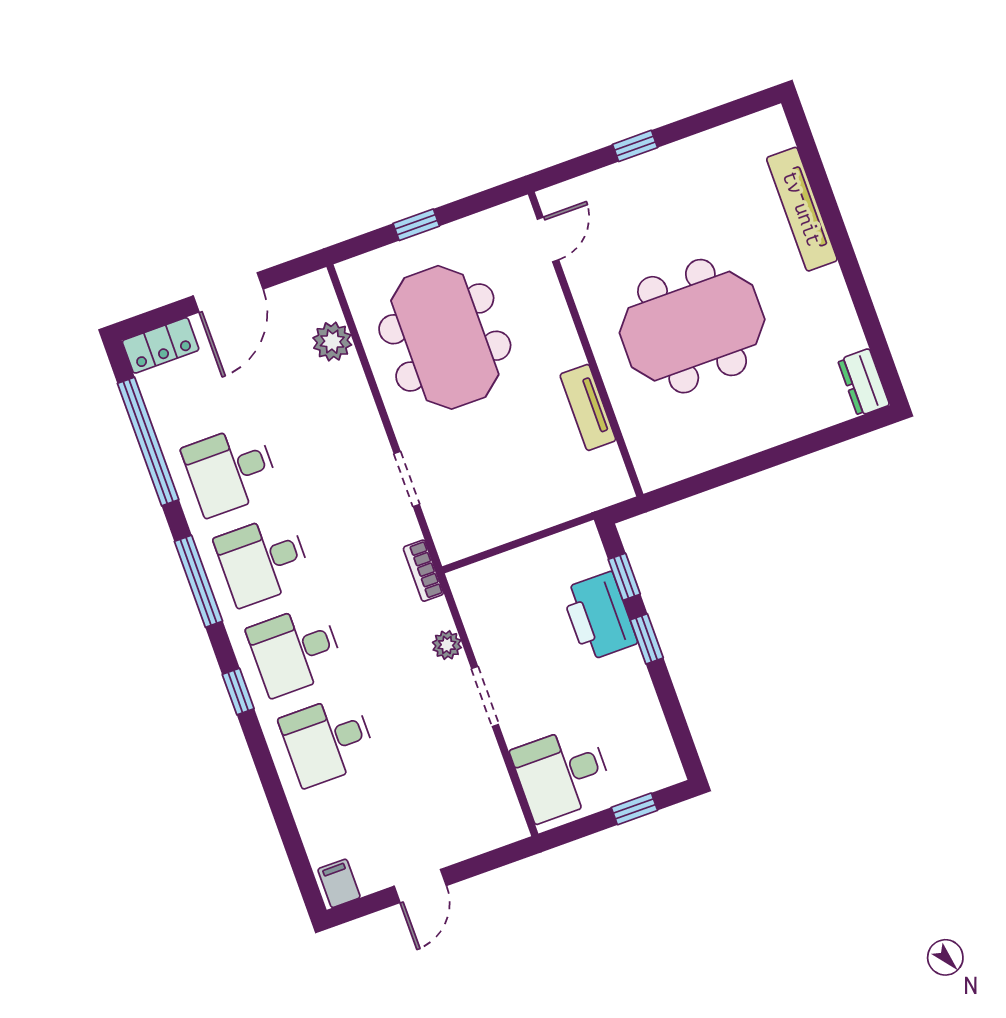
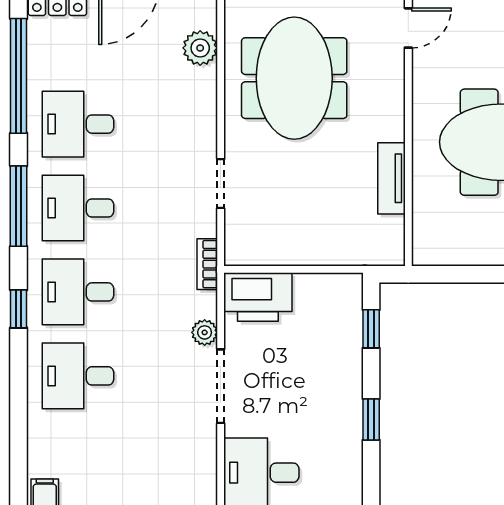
printer: (599, 616) -> (258, 297), moved, turned -90
window: (647, 639) -> (371, 419), moved
doorway: (485, 696) -> (221, 386), width x1.38

